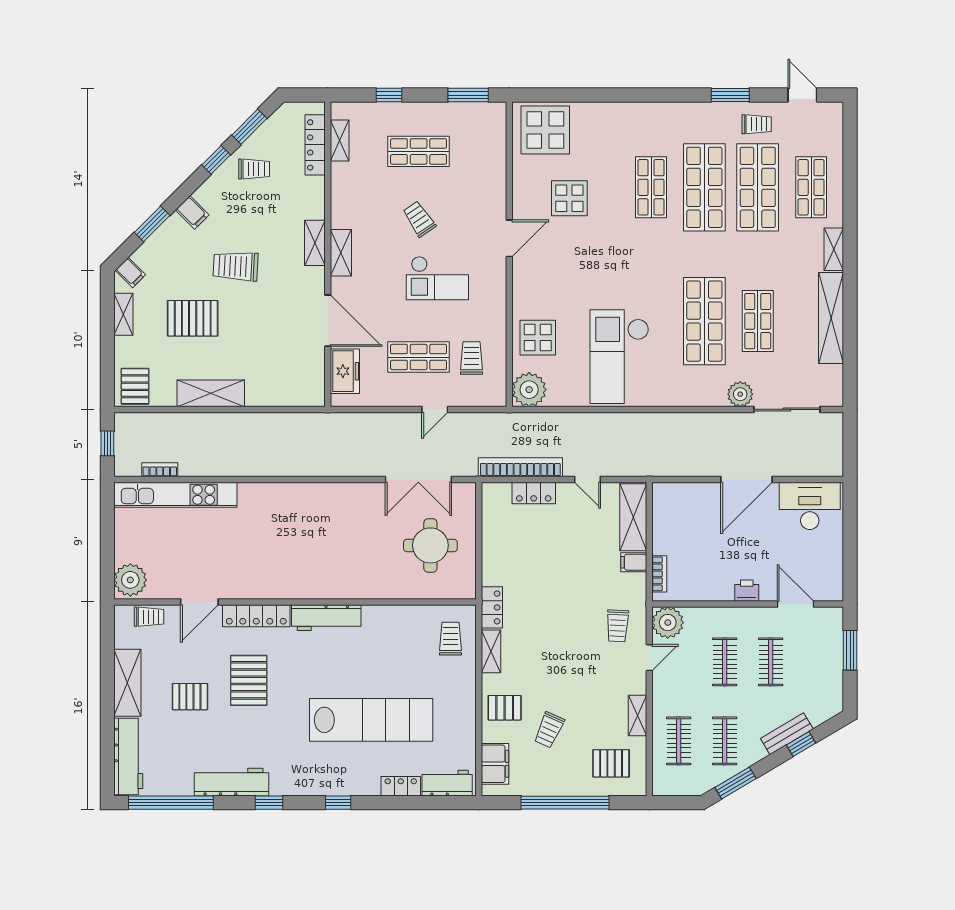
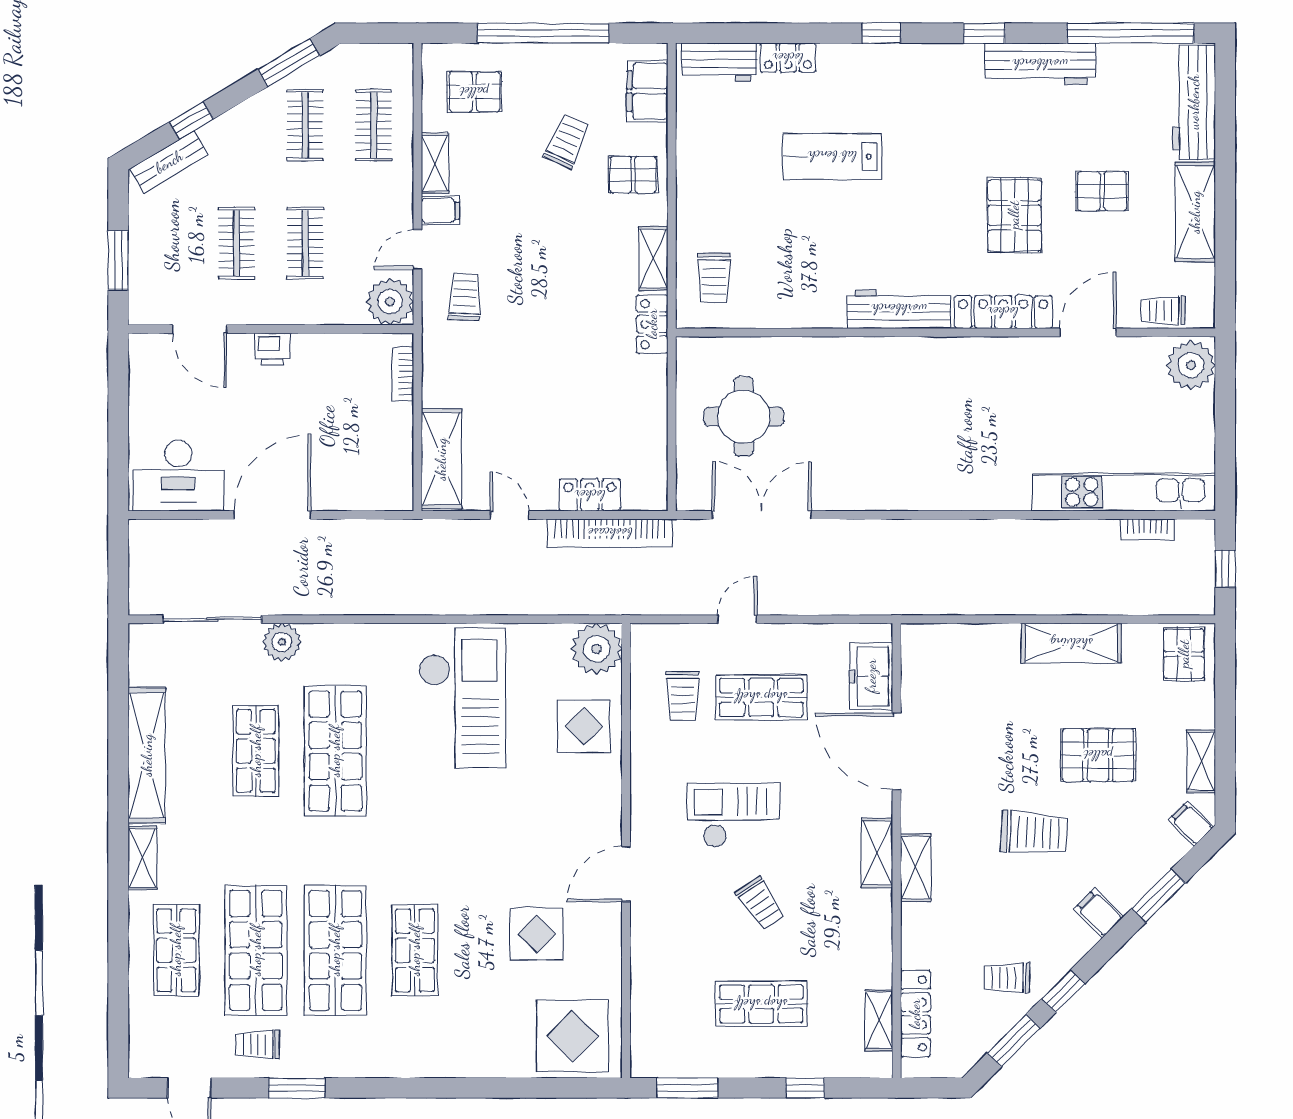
filing cabinet: (634, 562) -> (440, 210), moved
lab bench: (371, 720) -> (832, 156), width x0.54, depth x0.72
bench: (787, 734) -> (169, 162), moved

